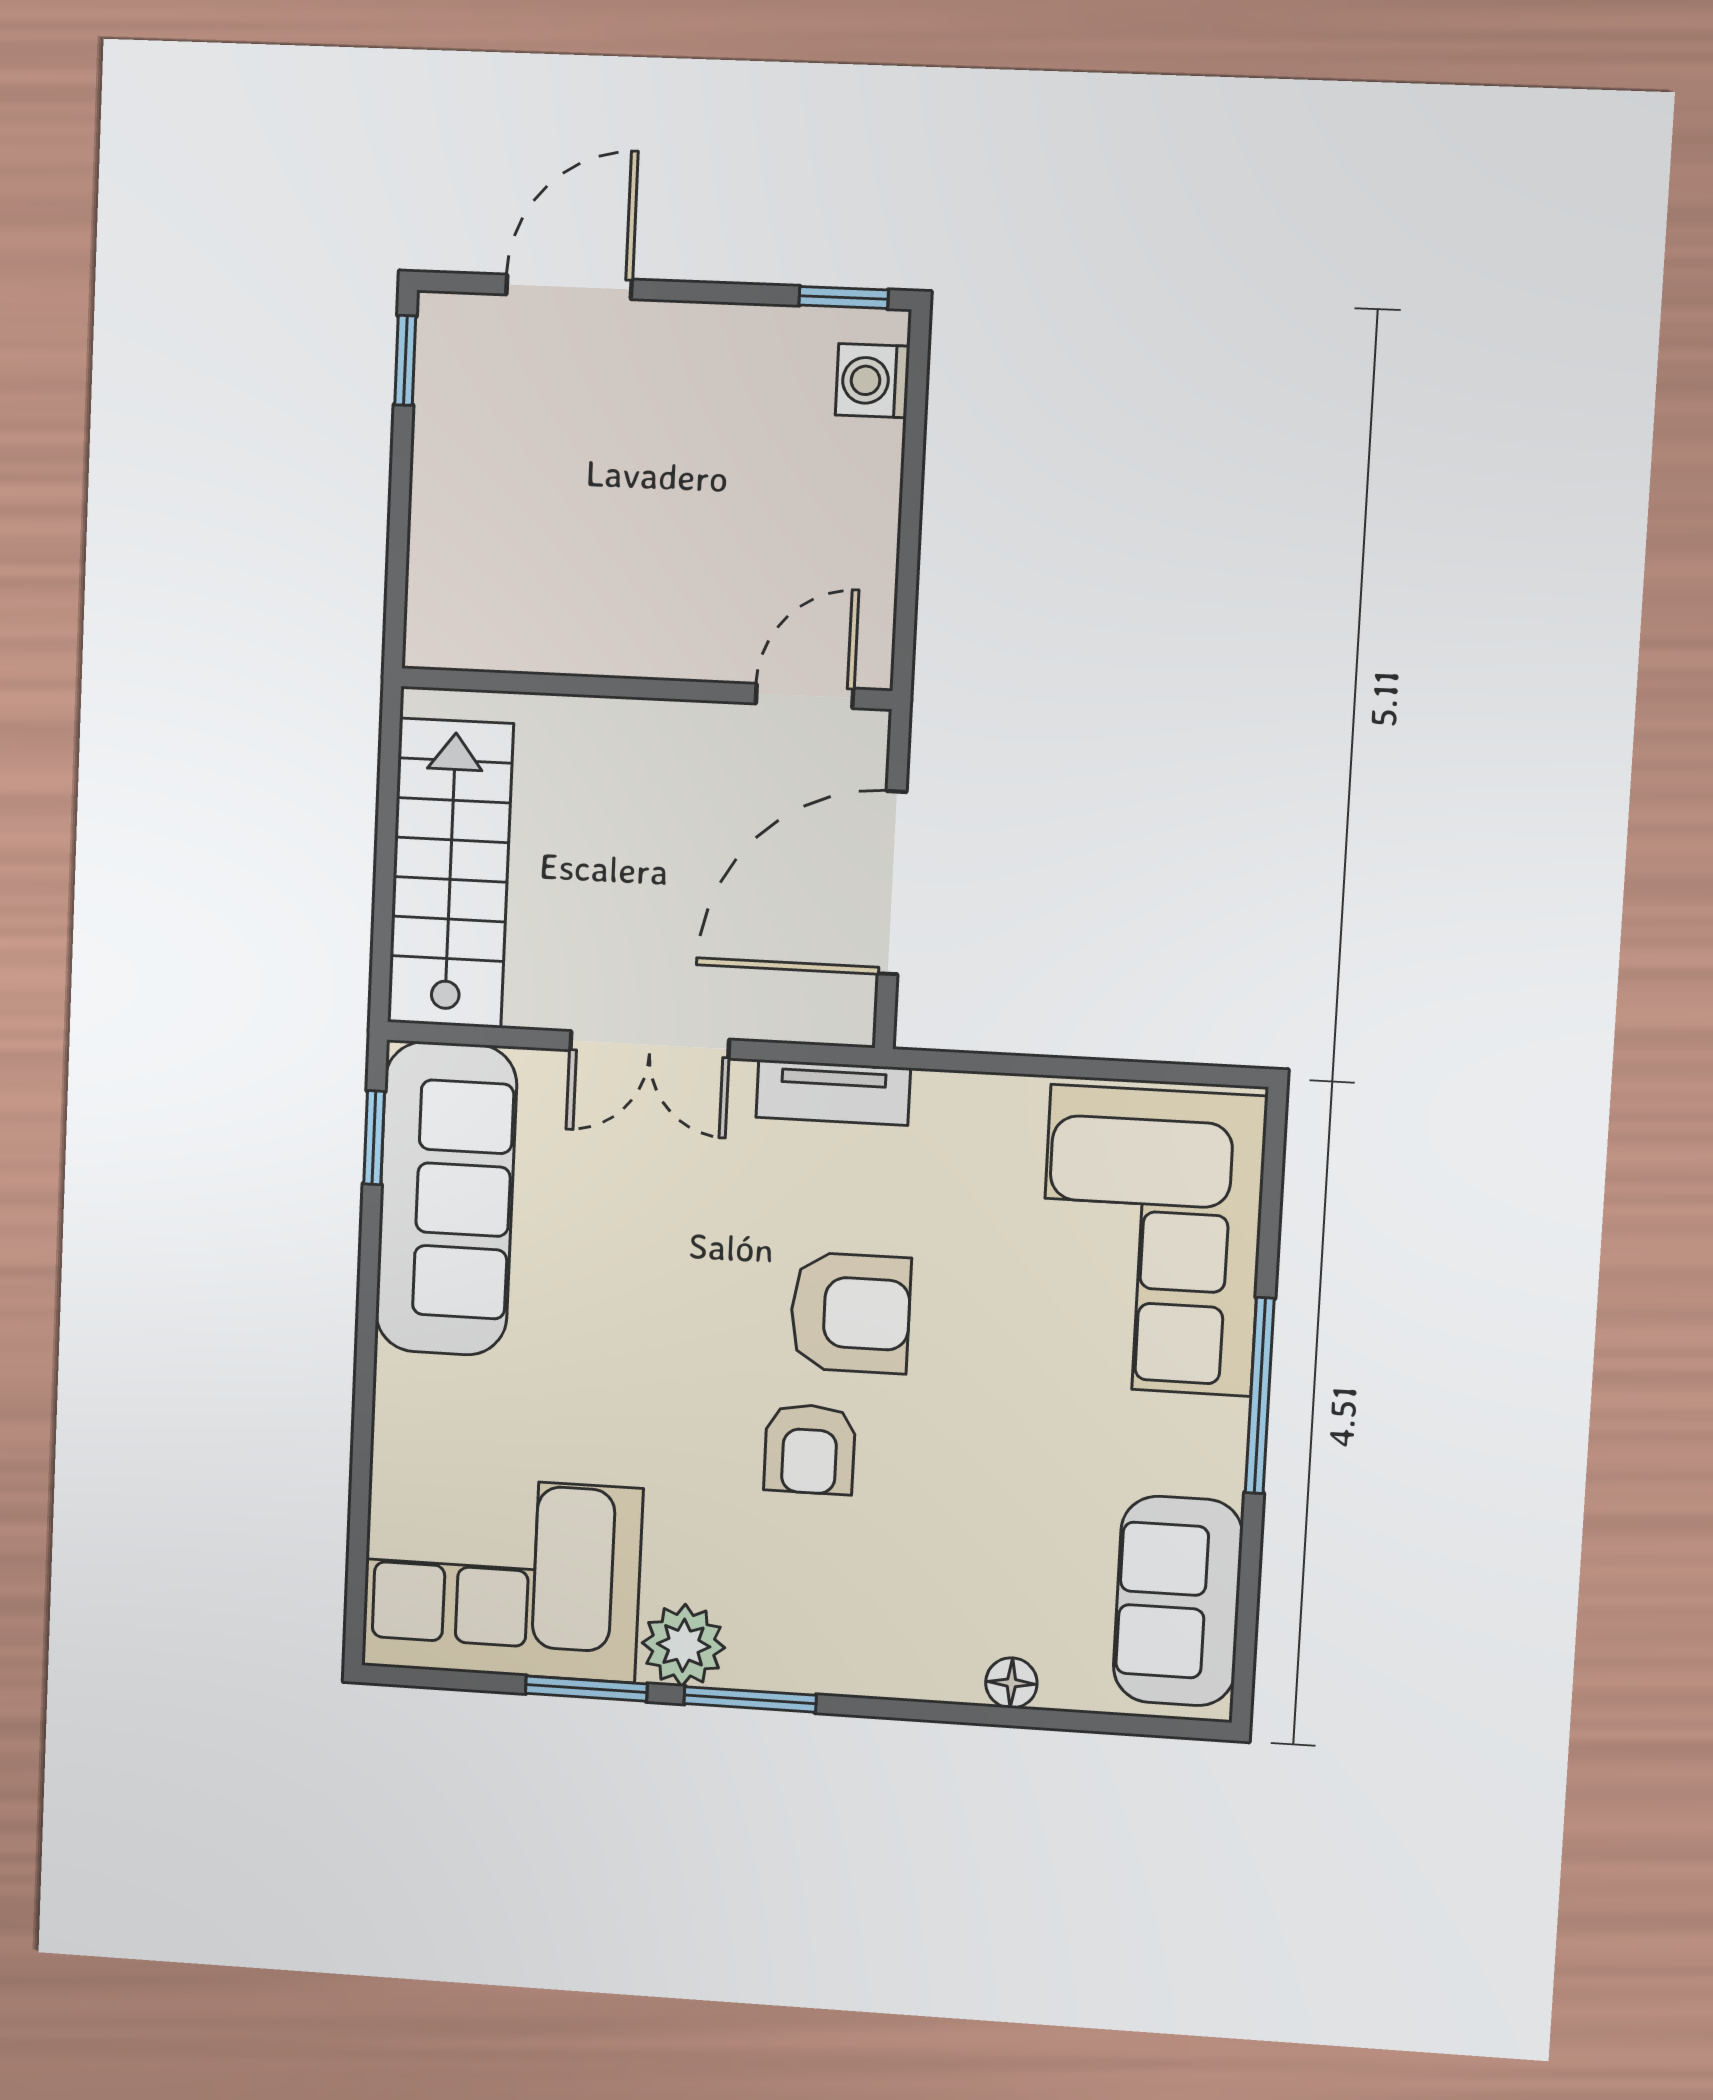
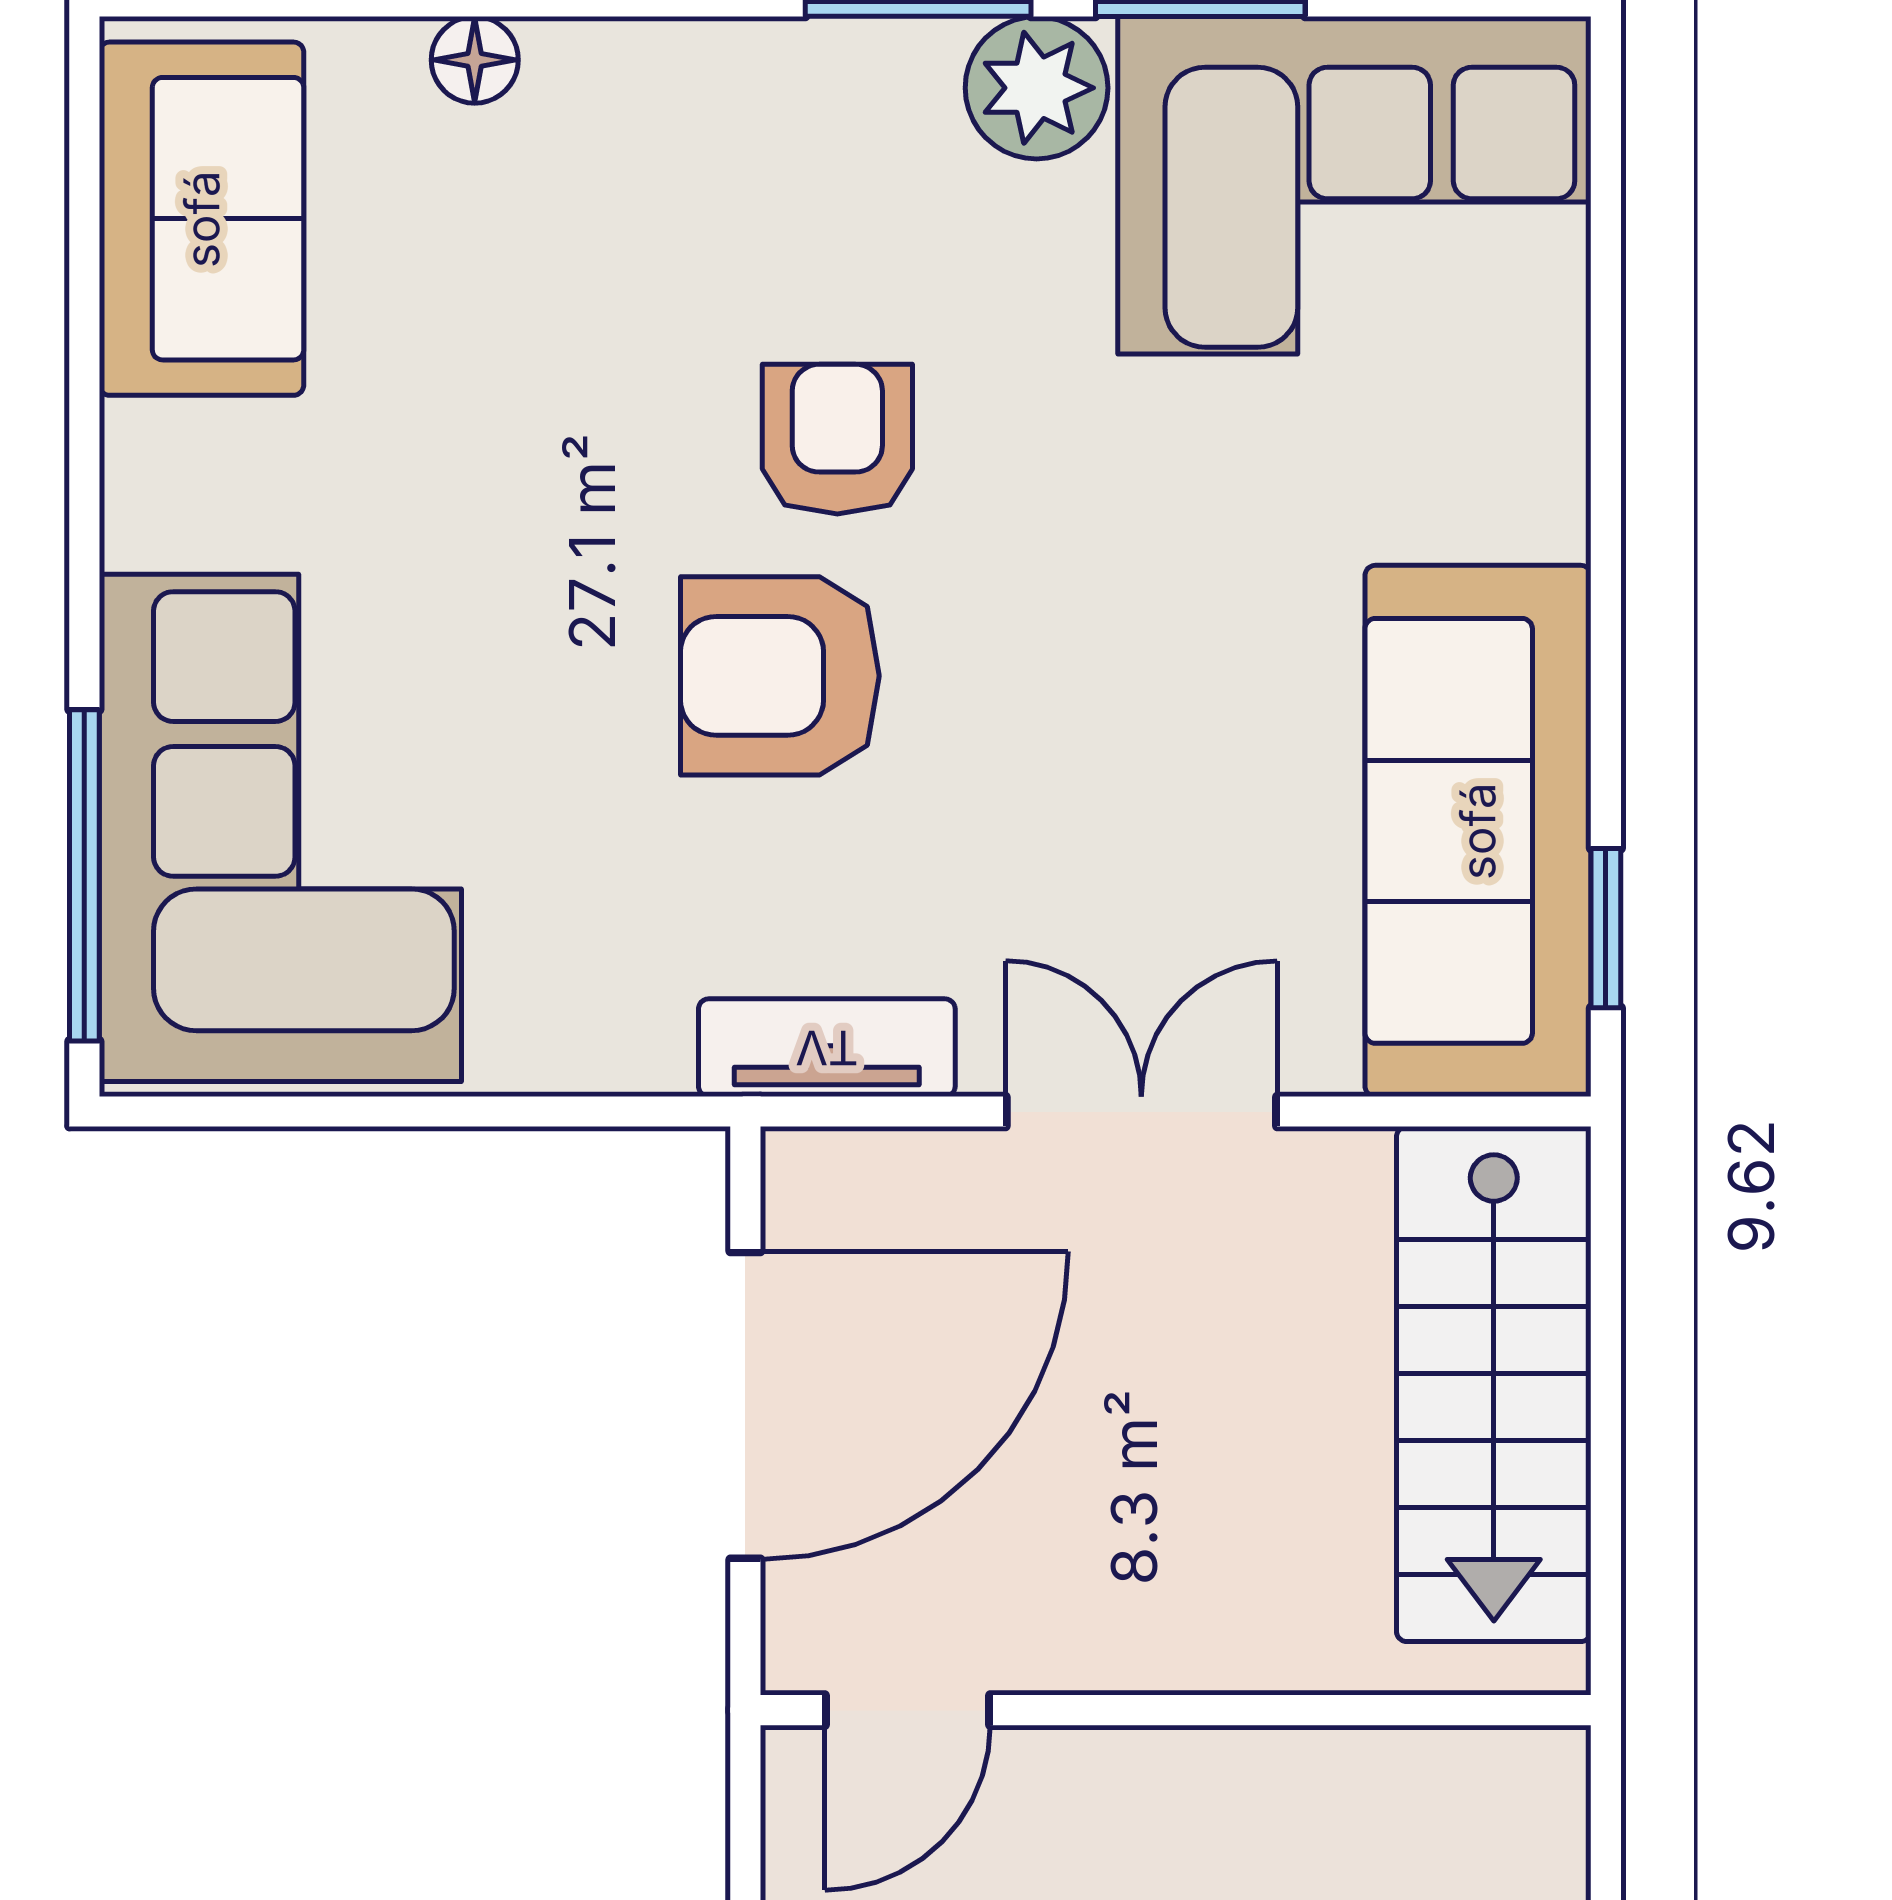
window: (1260, 1396) -> (84, 875), moved

